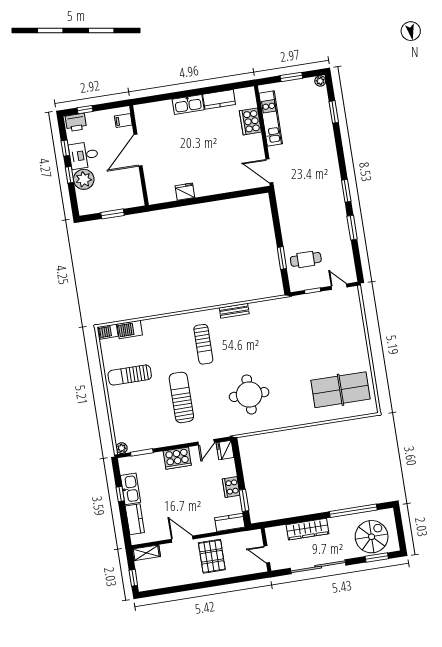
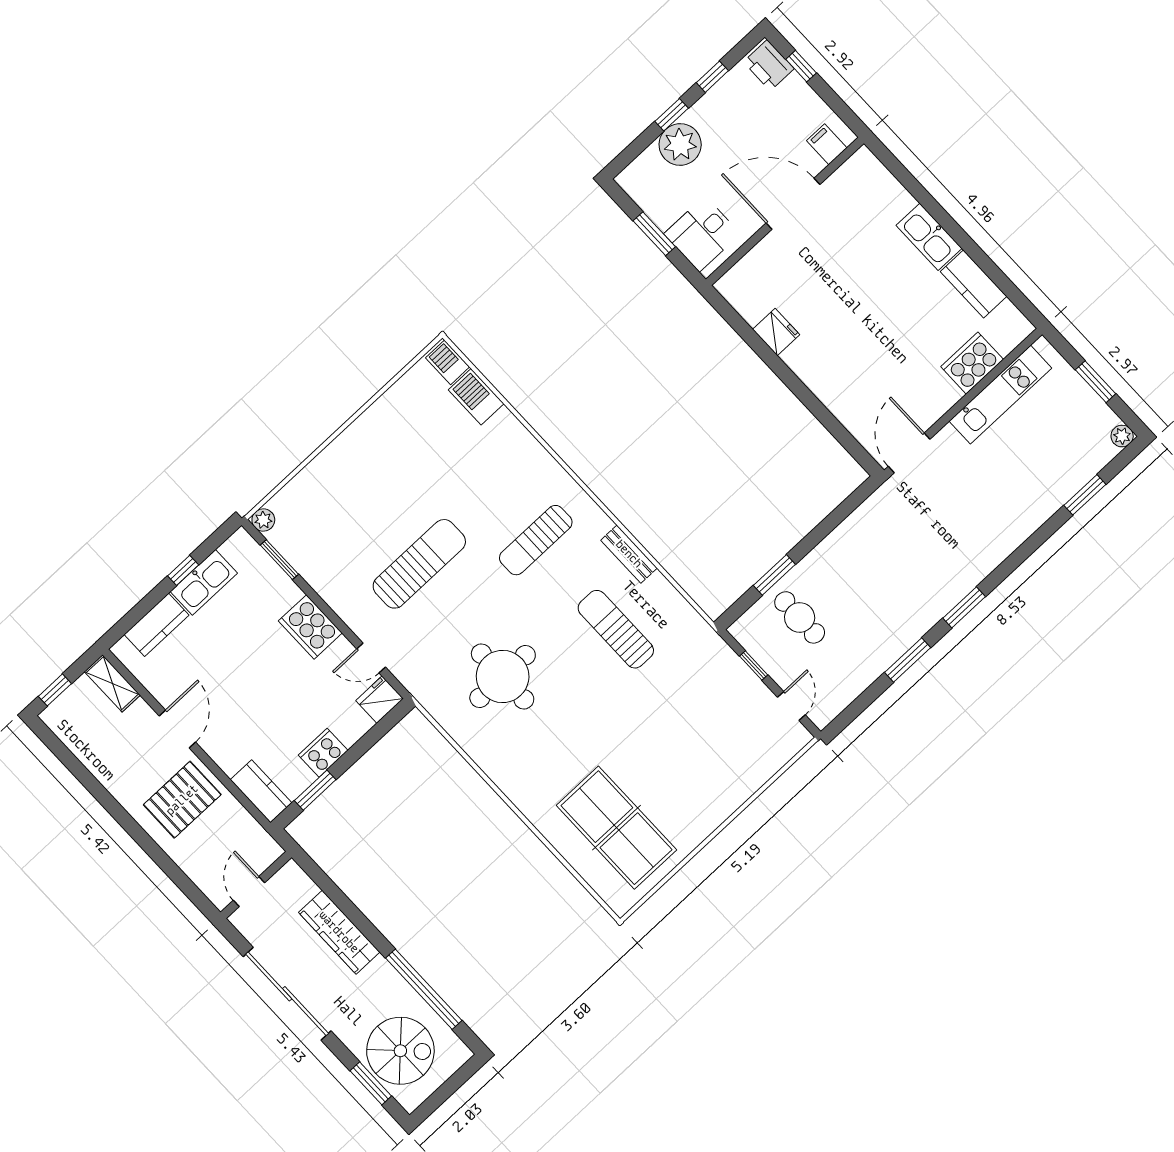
desk: (84, 155) -> (702, 234), moved, turned -90
sun lounger: (130, 375) -> (616, 629), moved

